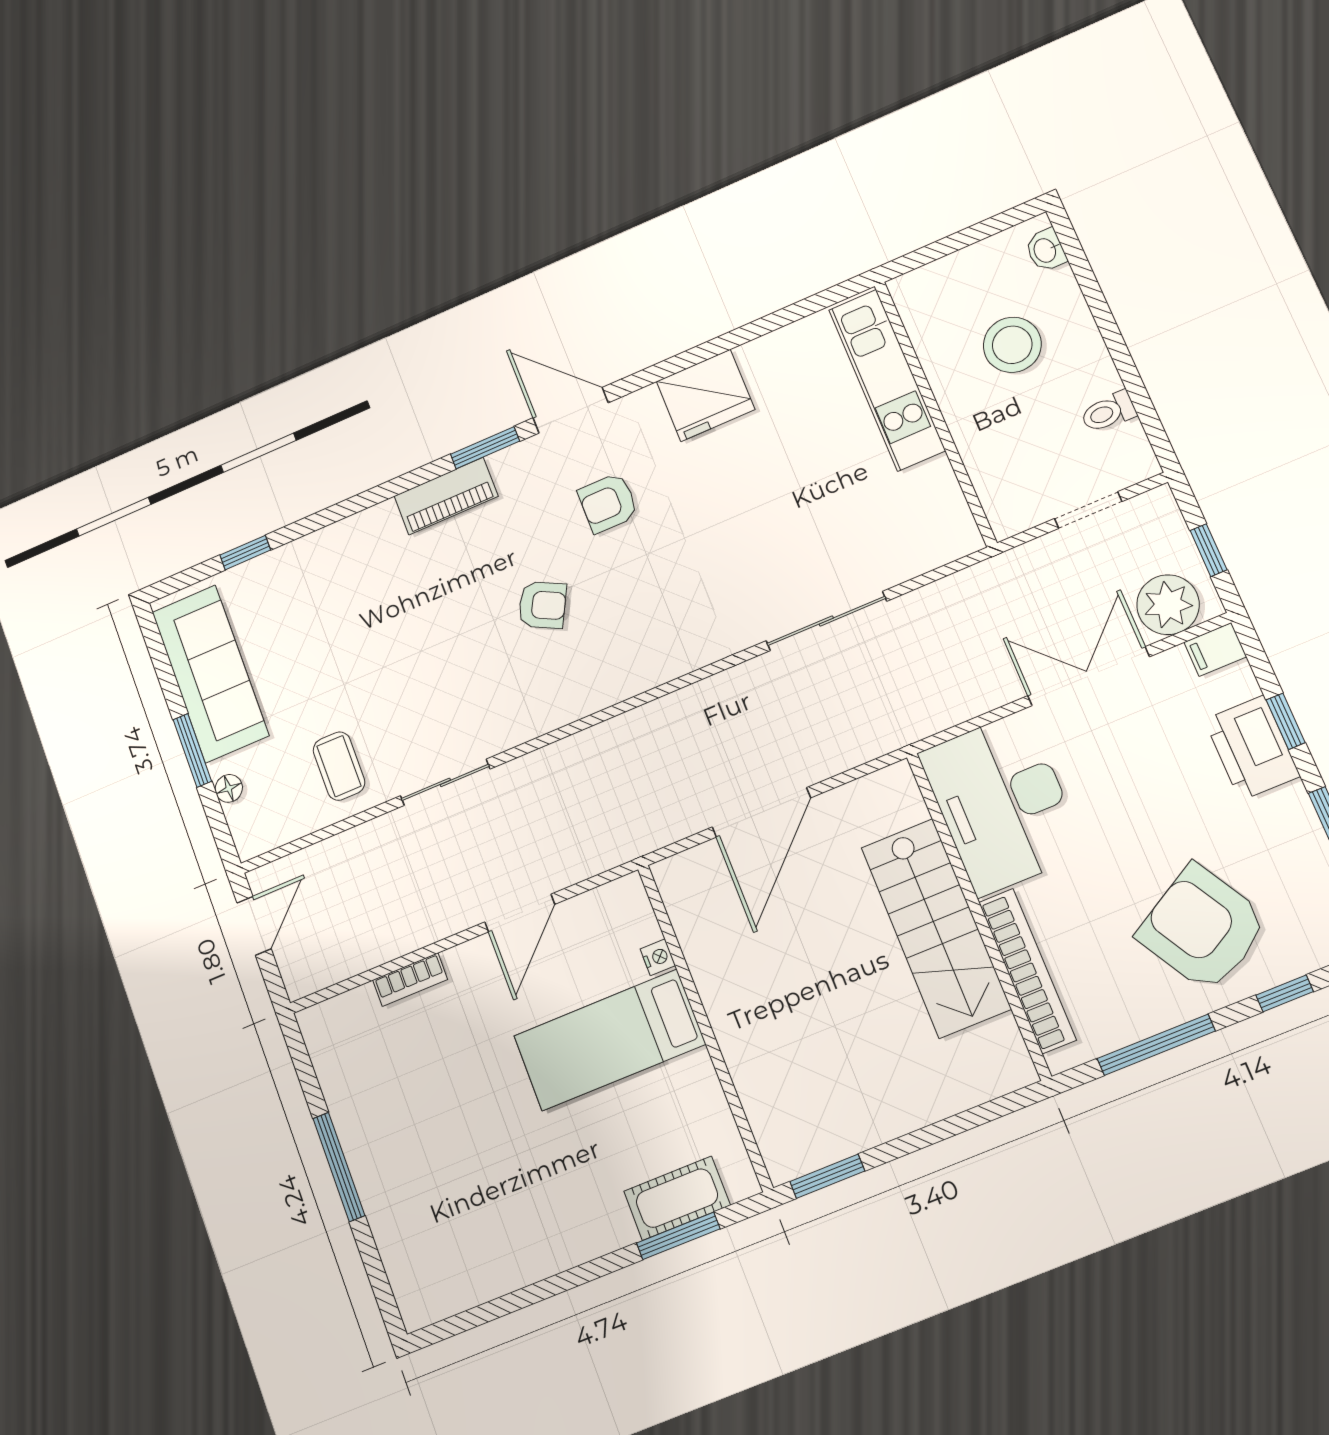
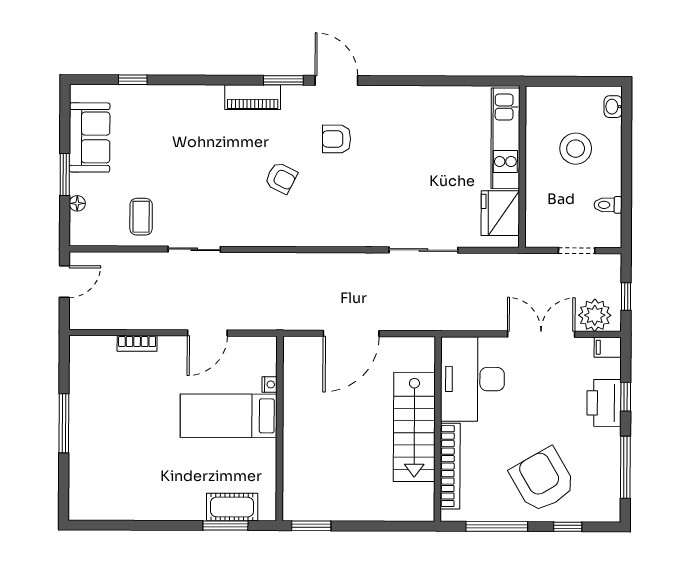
fridge: (706, 395) -> (500, 213), moved, turned 90
sofa: (210, 674) -> (90, 137), width x0.73

